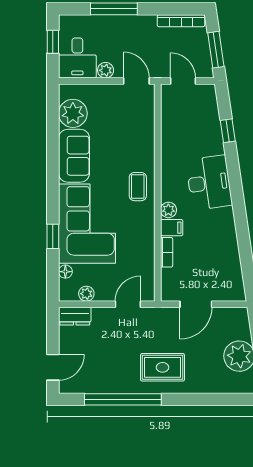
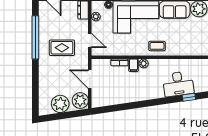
desk: (209, 183) -> (178, 84), moved
plant: (233, 321) -> (80, 100), added
rug: (162, 367) -> (62, 48), moved, turned 90

